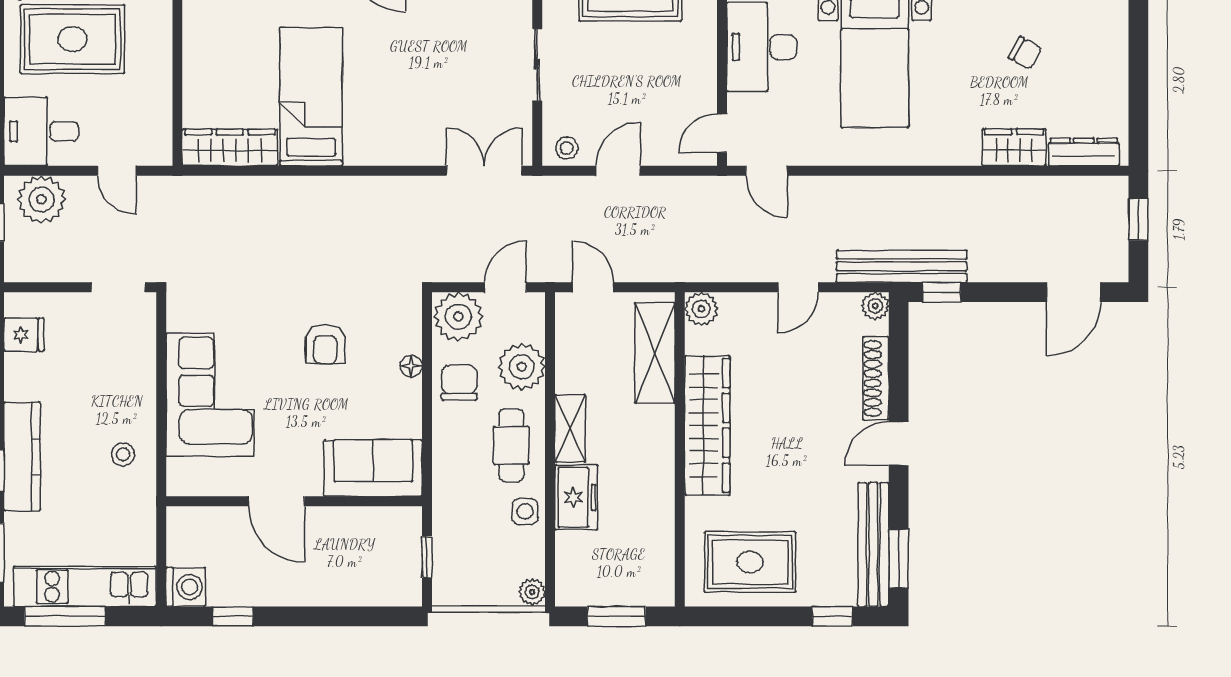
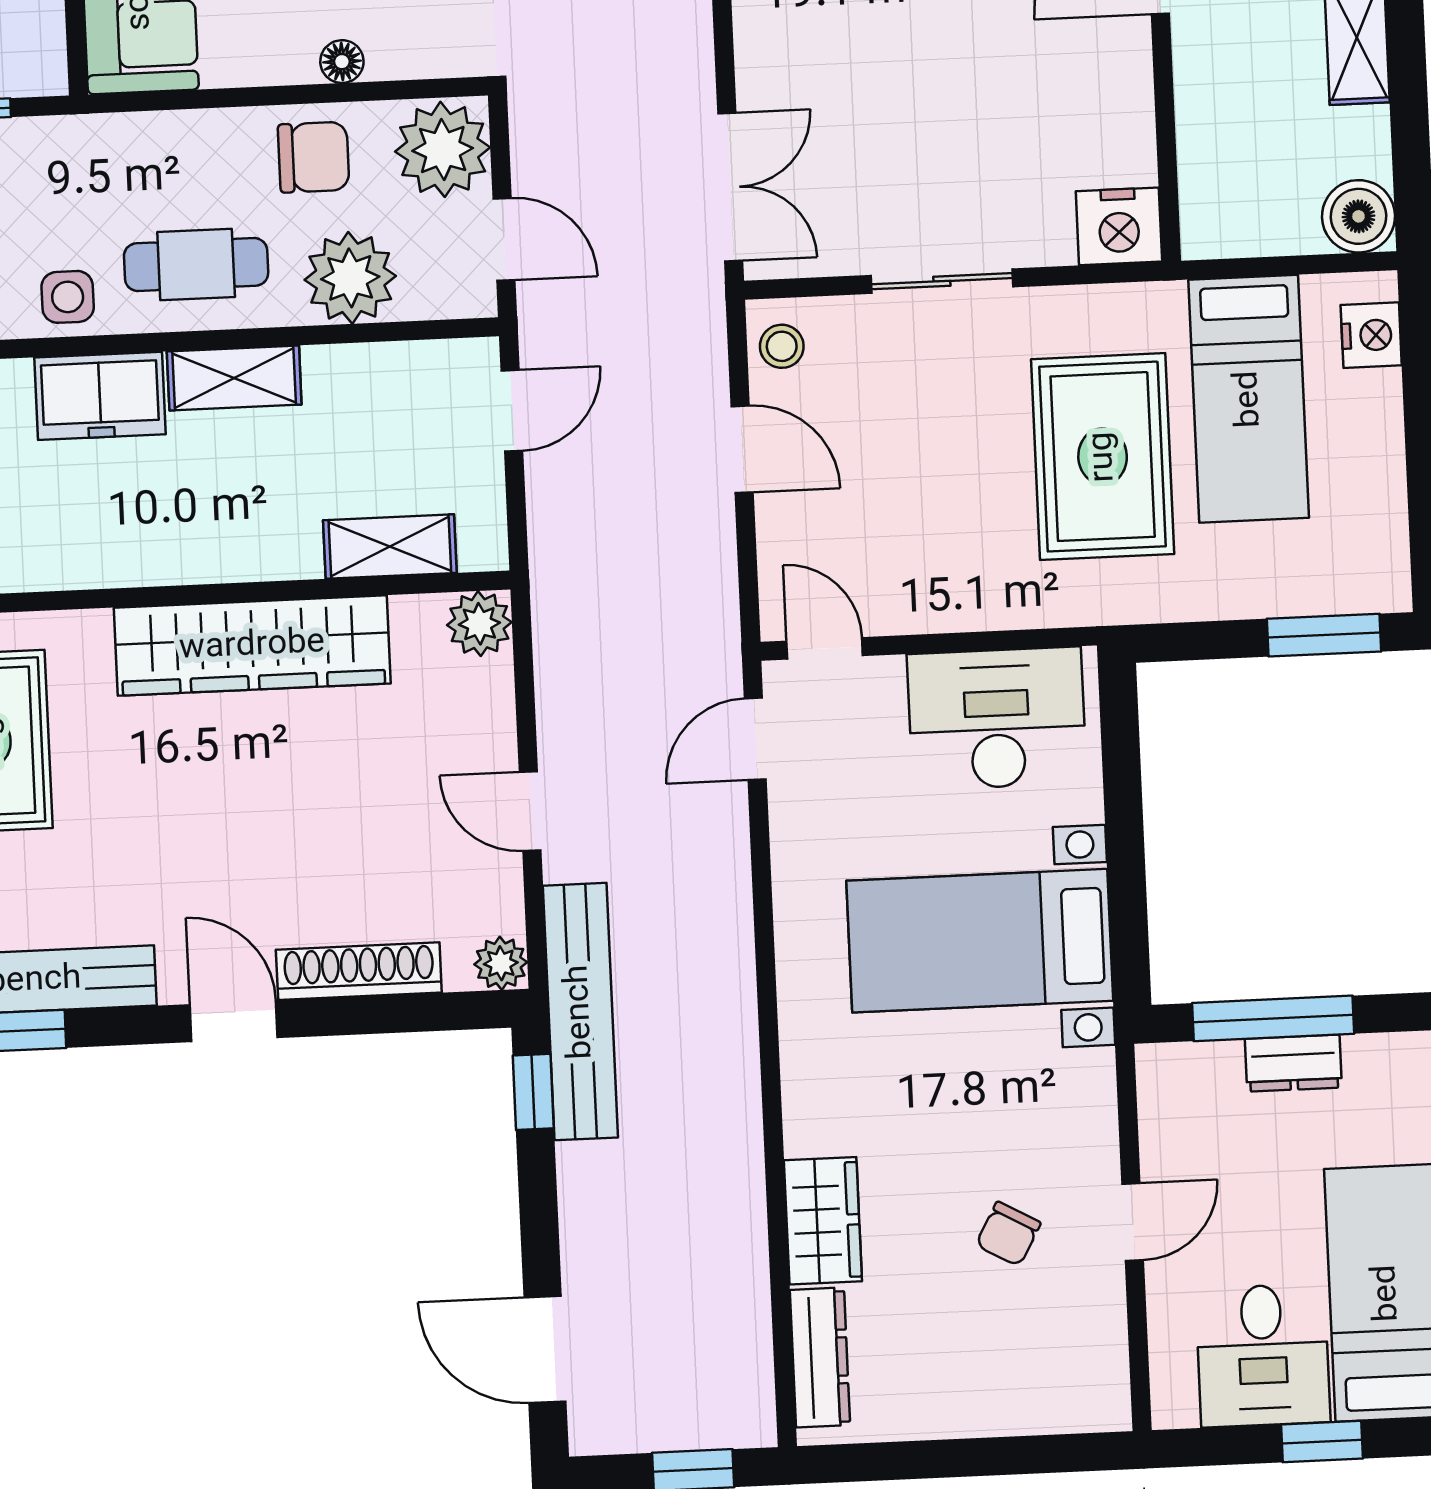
shelving: (655, 353) -> (390, 547), width x0.67, depth x0.75

